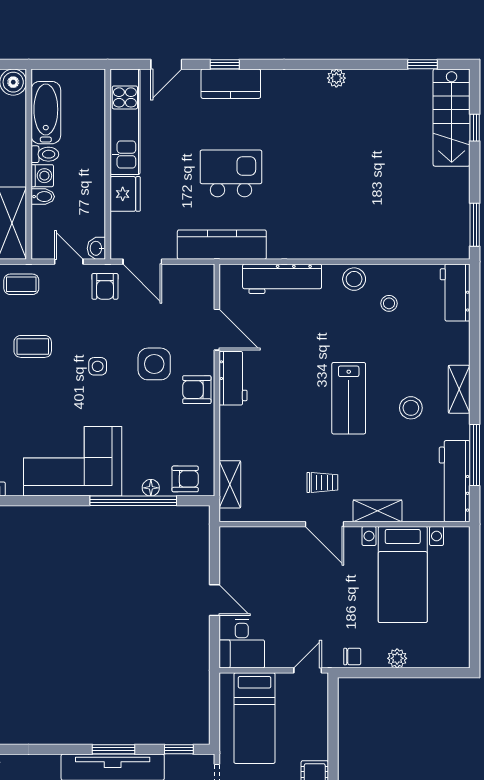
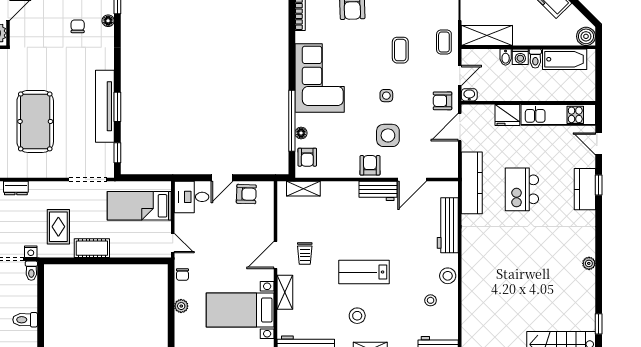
kitchen island: (231, 173) -> (522, 189), turned 180
armchair: (238, 566) -> (246, 194), added

